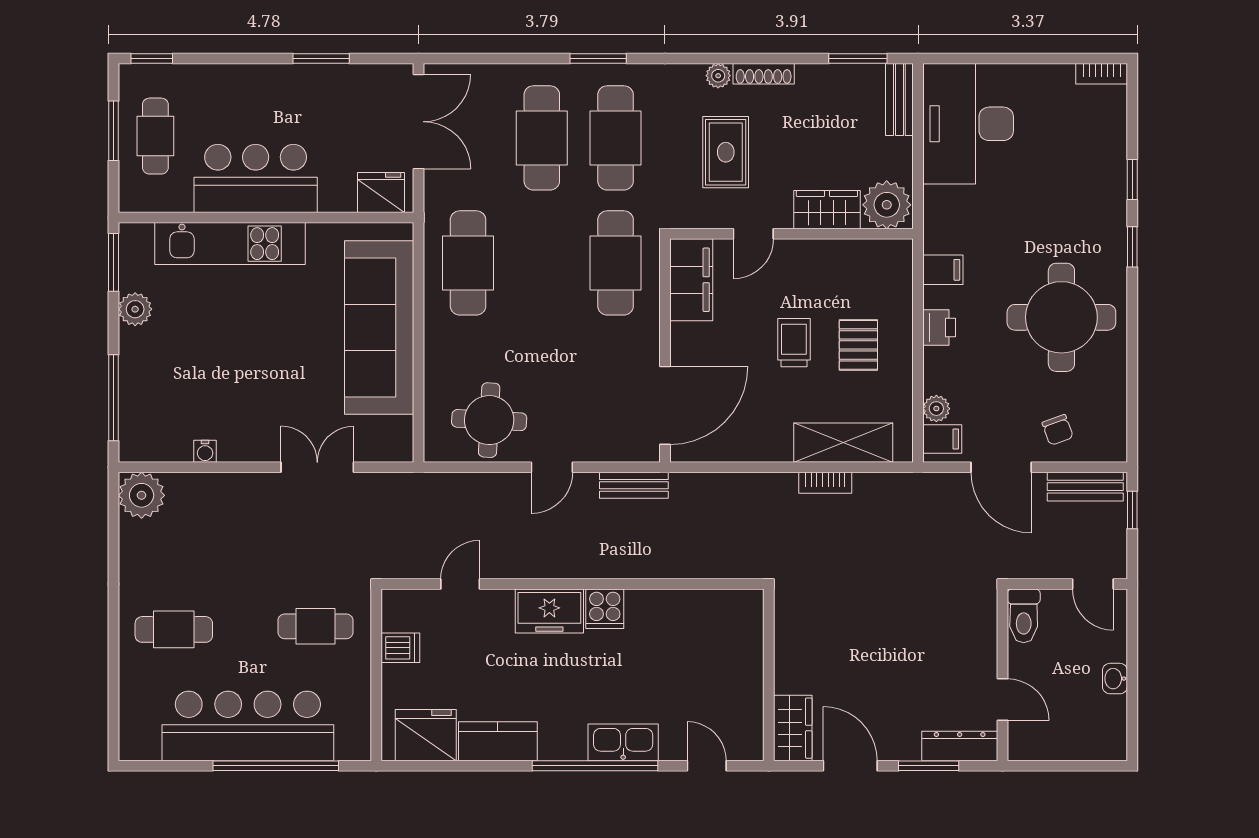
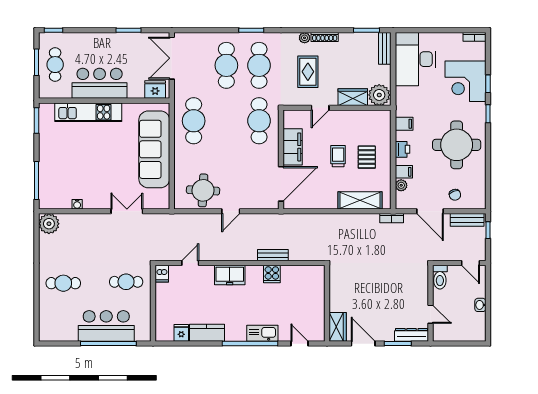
double door: (418, 122) -> (172, 58), swing flipped
corner desk: (1081, 174) -> (465, 81), added
filing cabinet: (691, 280) -> (293, 147), moved
plant: (135, 309) -> (46, 141), removed
filing cabinet: (942, 439) -> (404, 172), moved
bookcase: (825, 483) -> (392, 218), moved
bench: (634, 485) -> (273, 255), moved
cooker: (605, 609) -> (272, 274), moved
dishwasher: (400, 648) -> (162, 274), moved, turned 90
bar counter: (248, 726) -> (106, 326), width x0.73
fridge: (426, 735) -> (181, 333), width x0.53, depth x0.75

